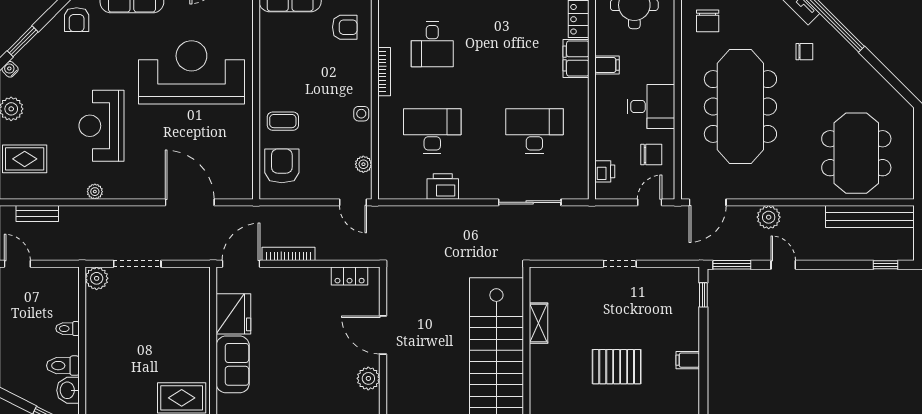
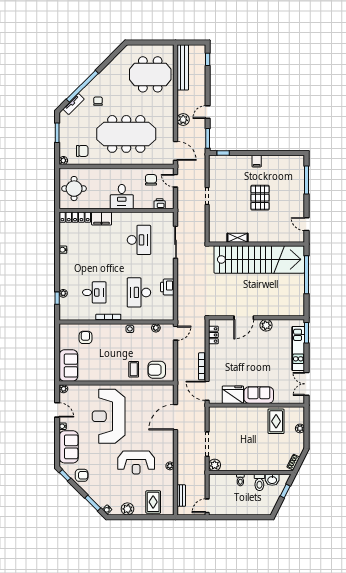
filing cabinet: (607, 65) -> (105, 203), removed
desk: (651, 106) -> (122, 197), moved, turned 180
desk: (534, 131) -> (139, 240), turned 180

